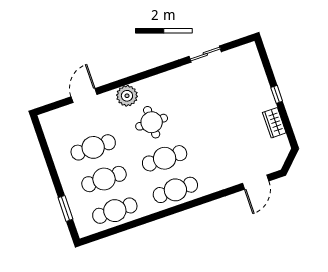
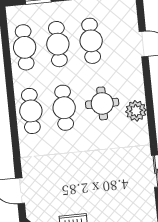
plant: (127, 96) -> (136, 111), moved

